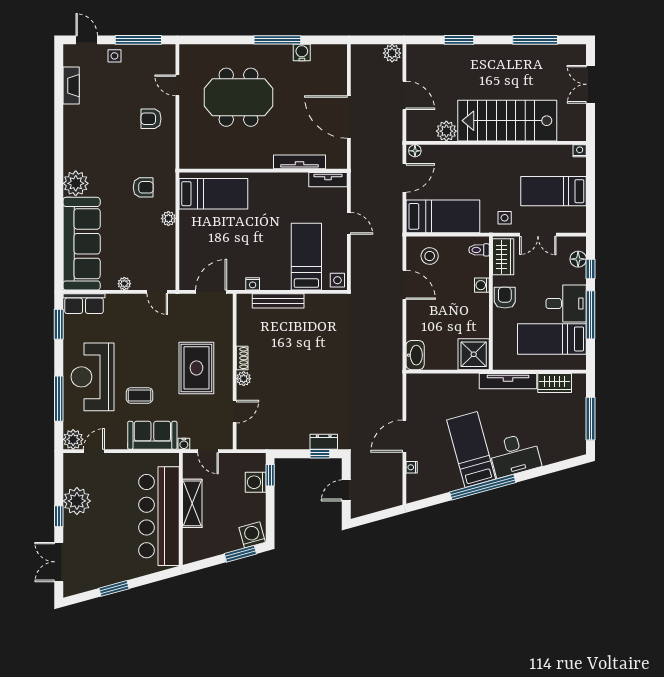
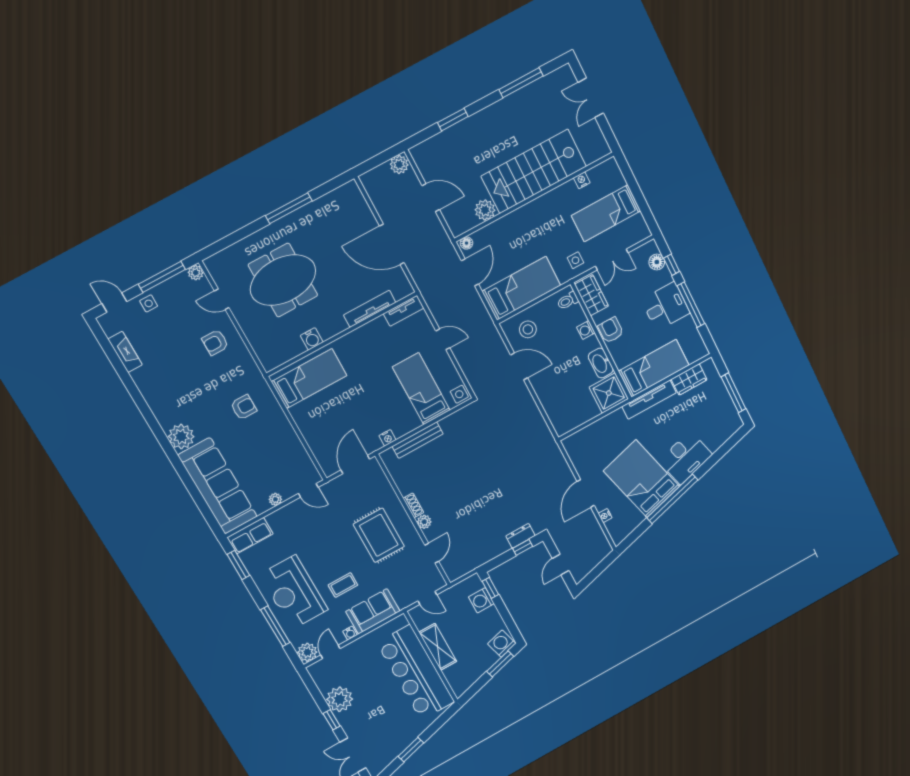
water cooler: (302, 53) -> (312, 339), moved, turned 180
nightstand: (580, 151) -> (582, 180), moved
plant: (168, 218) -> (196, 273), moved
bed: (552, 339) -> (654, 368), moved, turned 180
washbasin: (415, 355) -> (601, 363), moved, turned 180
water cooler: (184, 444) -> (350, 633), moved
bed: (471, 449) -> (642, 479), width x1.50

